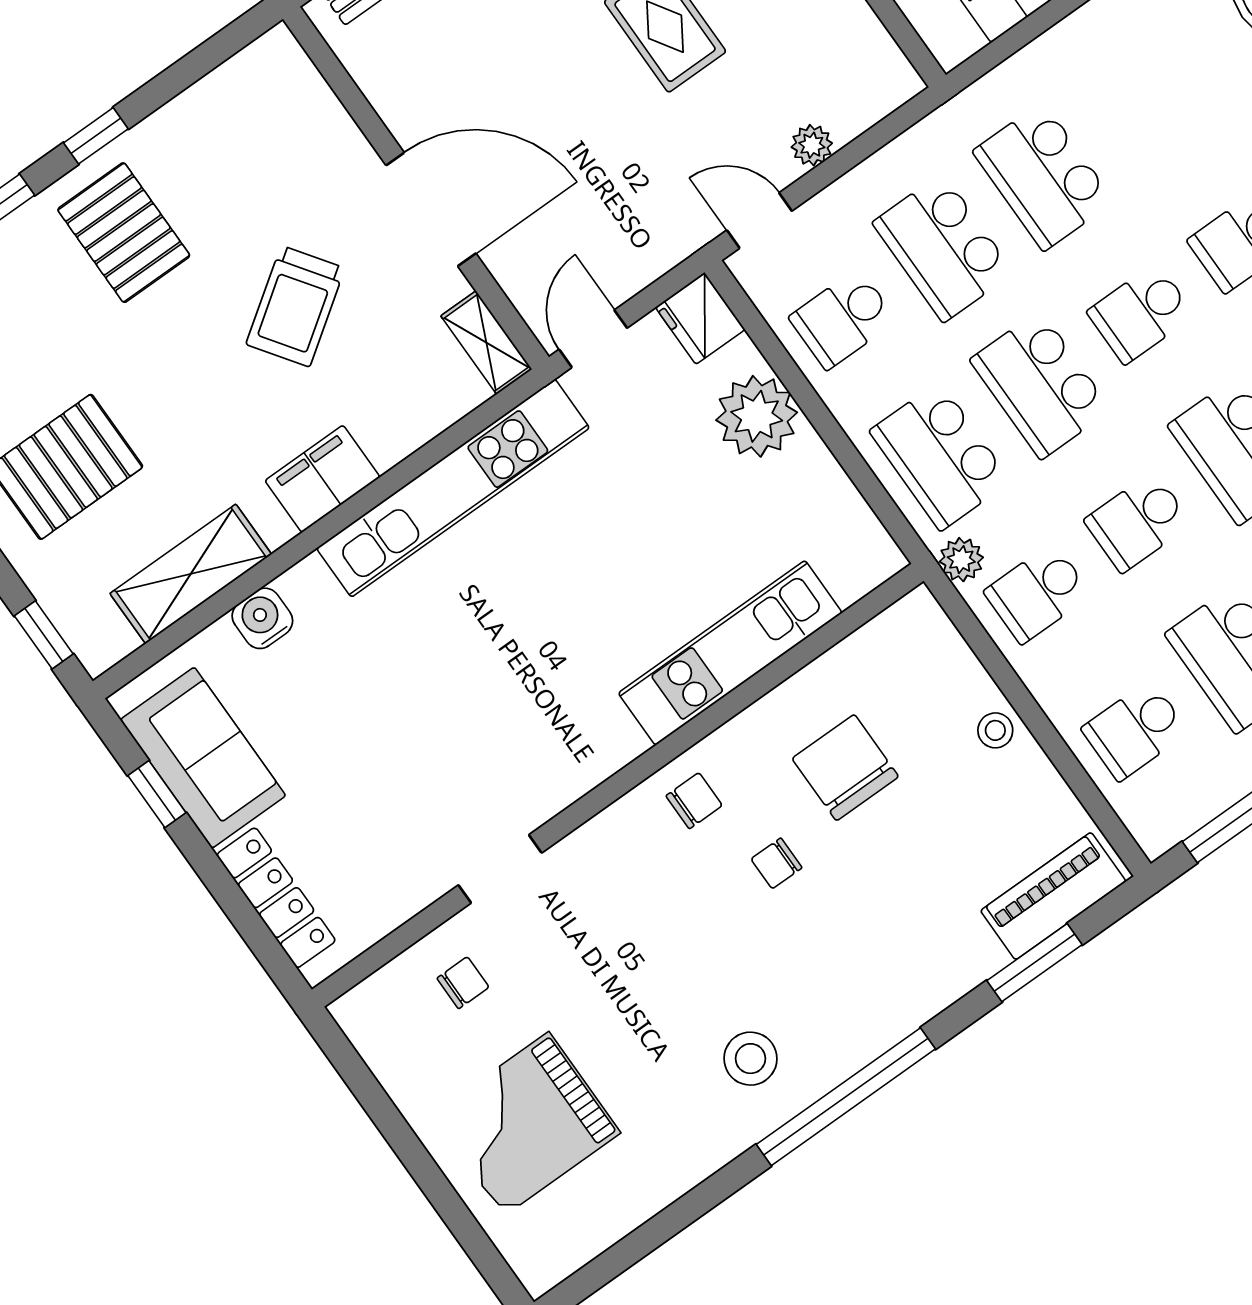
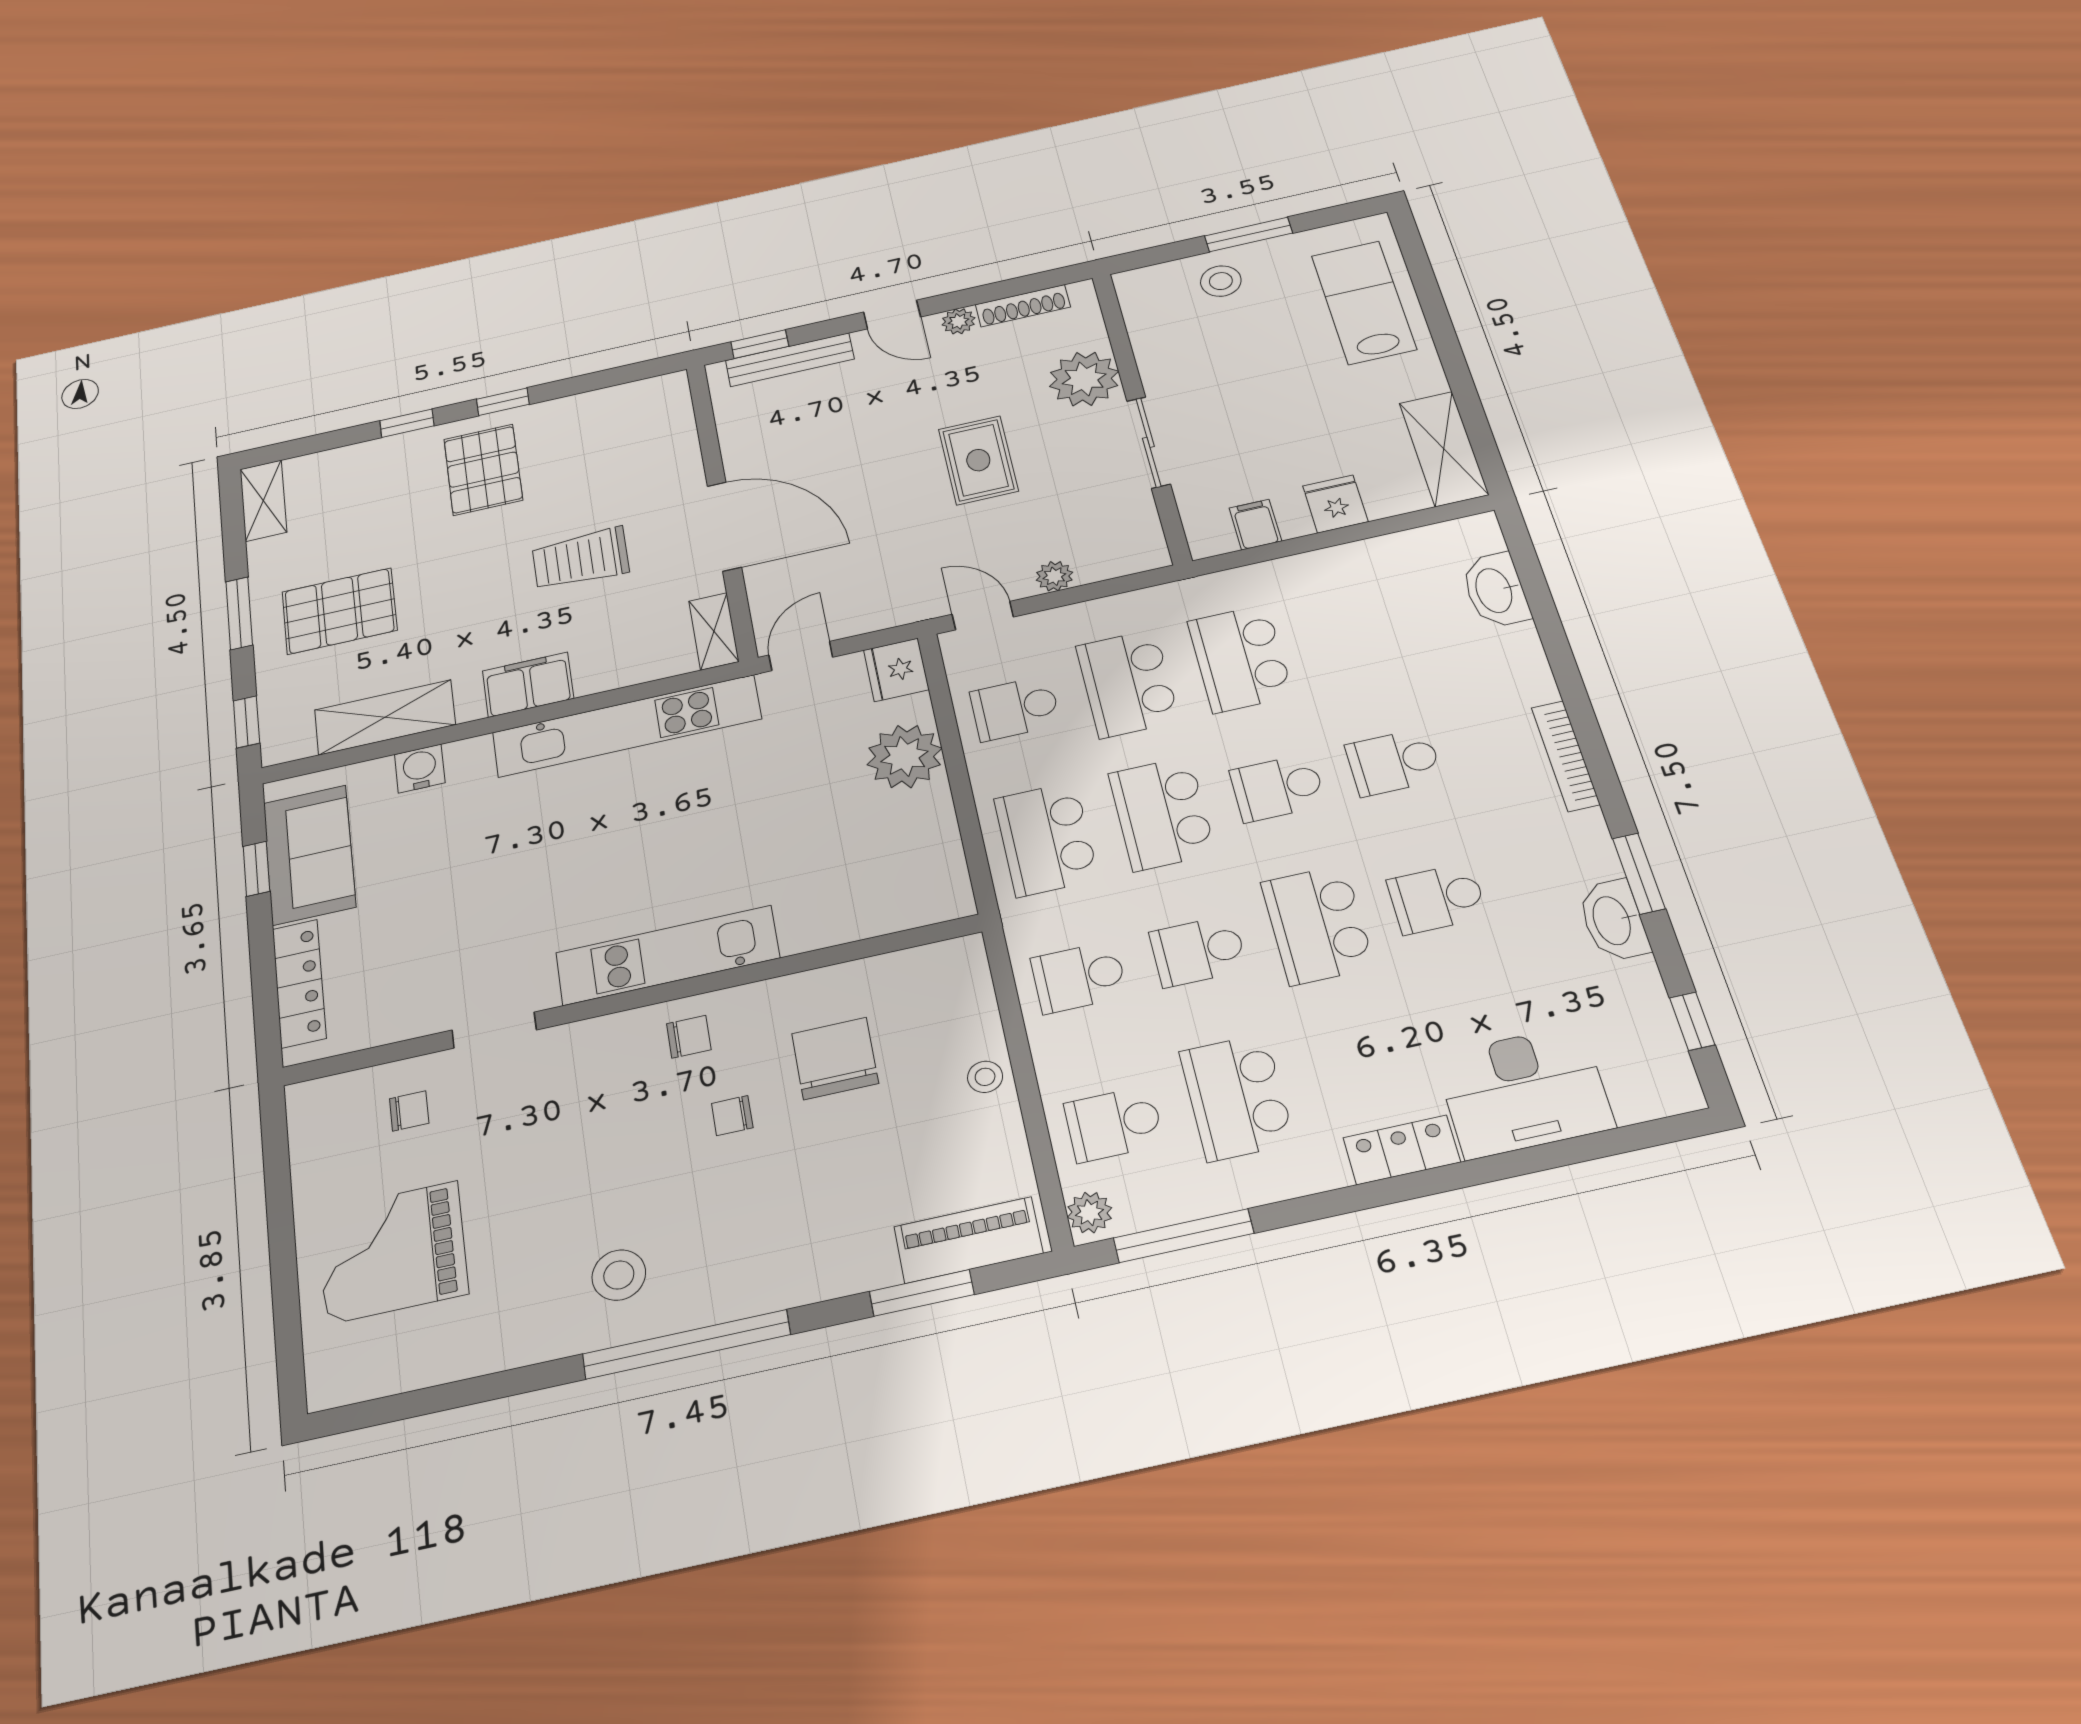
trolley: (295, 306) -> (581, 559), turned 35
plant: (961, 560) -> (1089, 1213), moved
kitchen unit: (730, 653) -> (667, 955), moved

